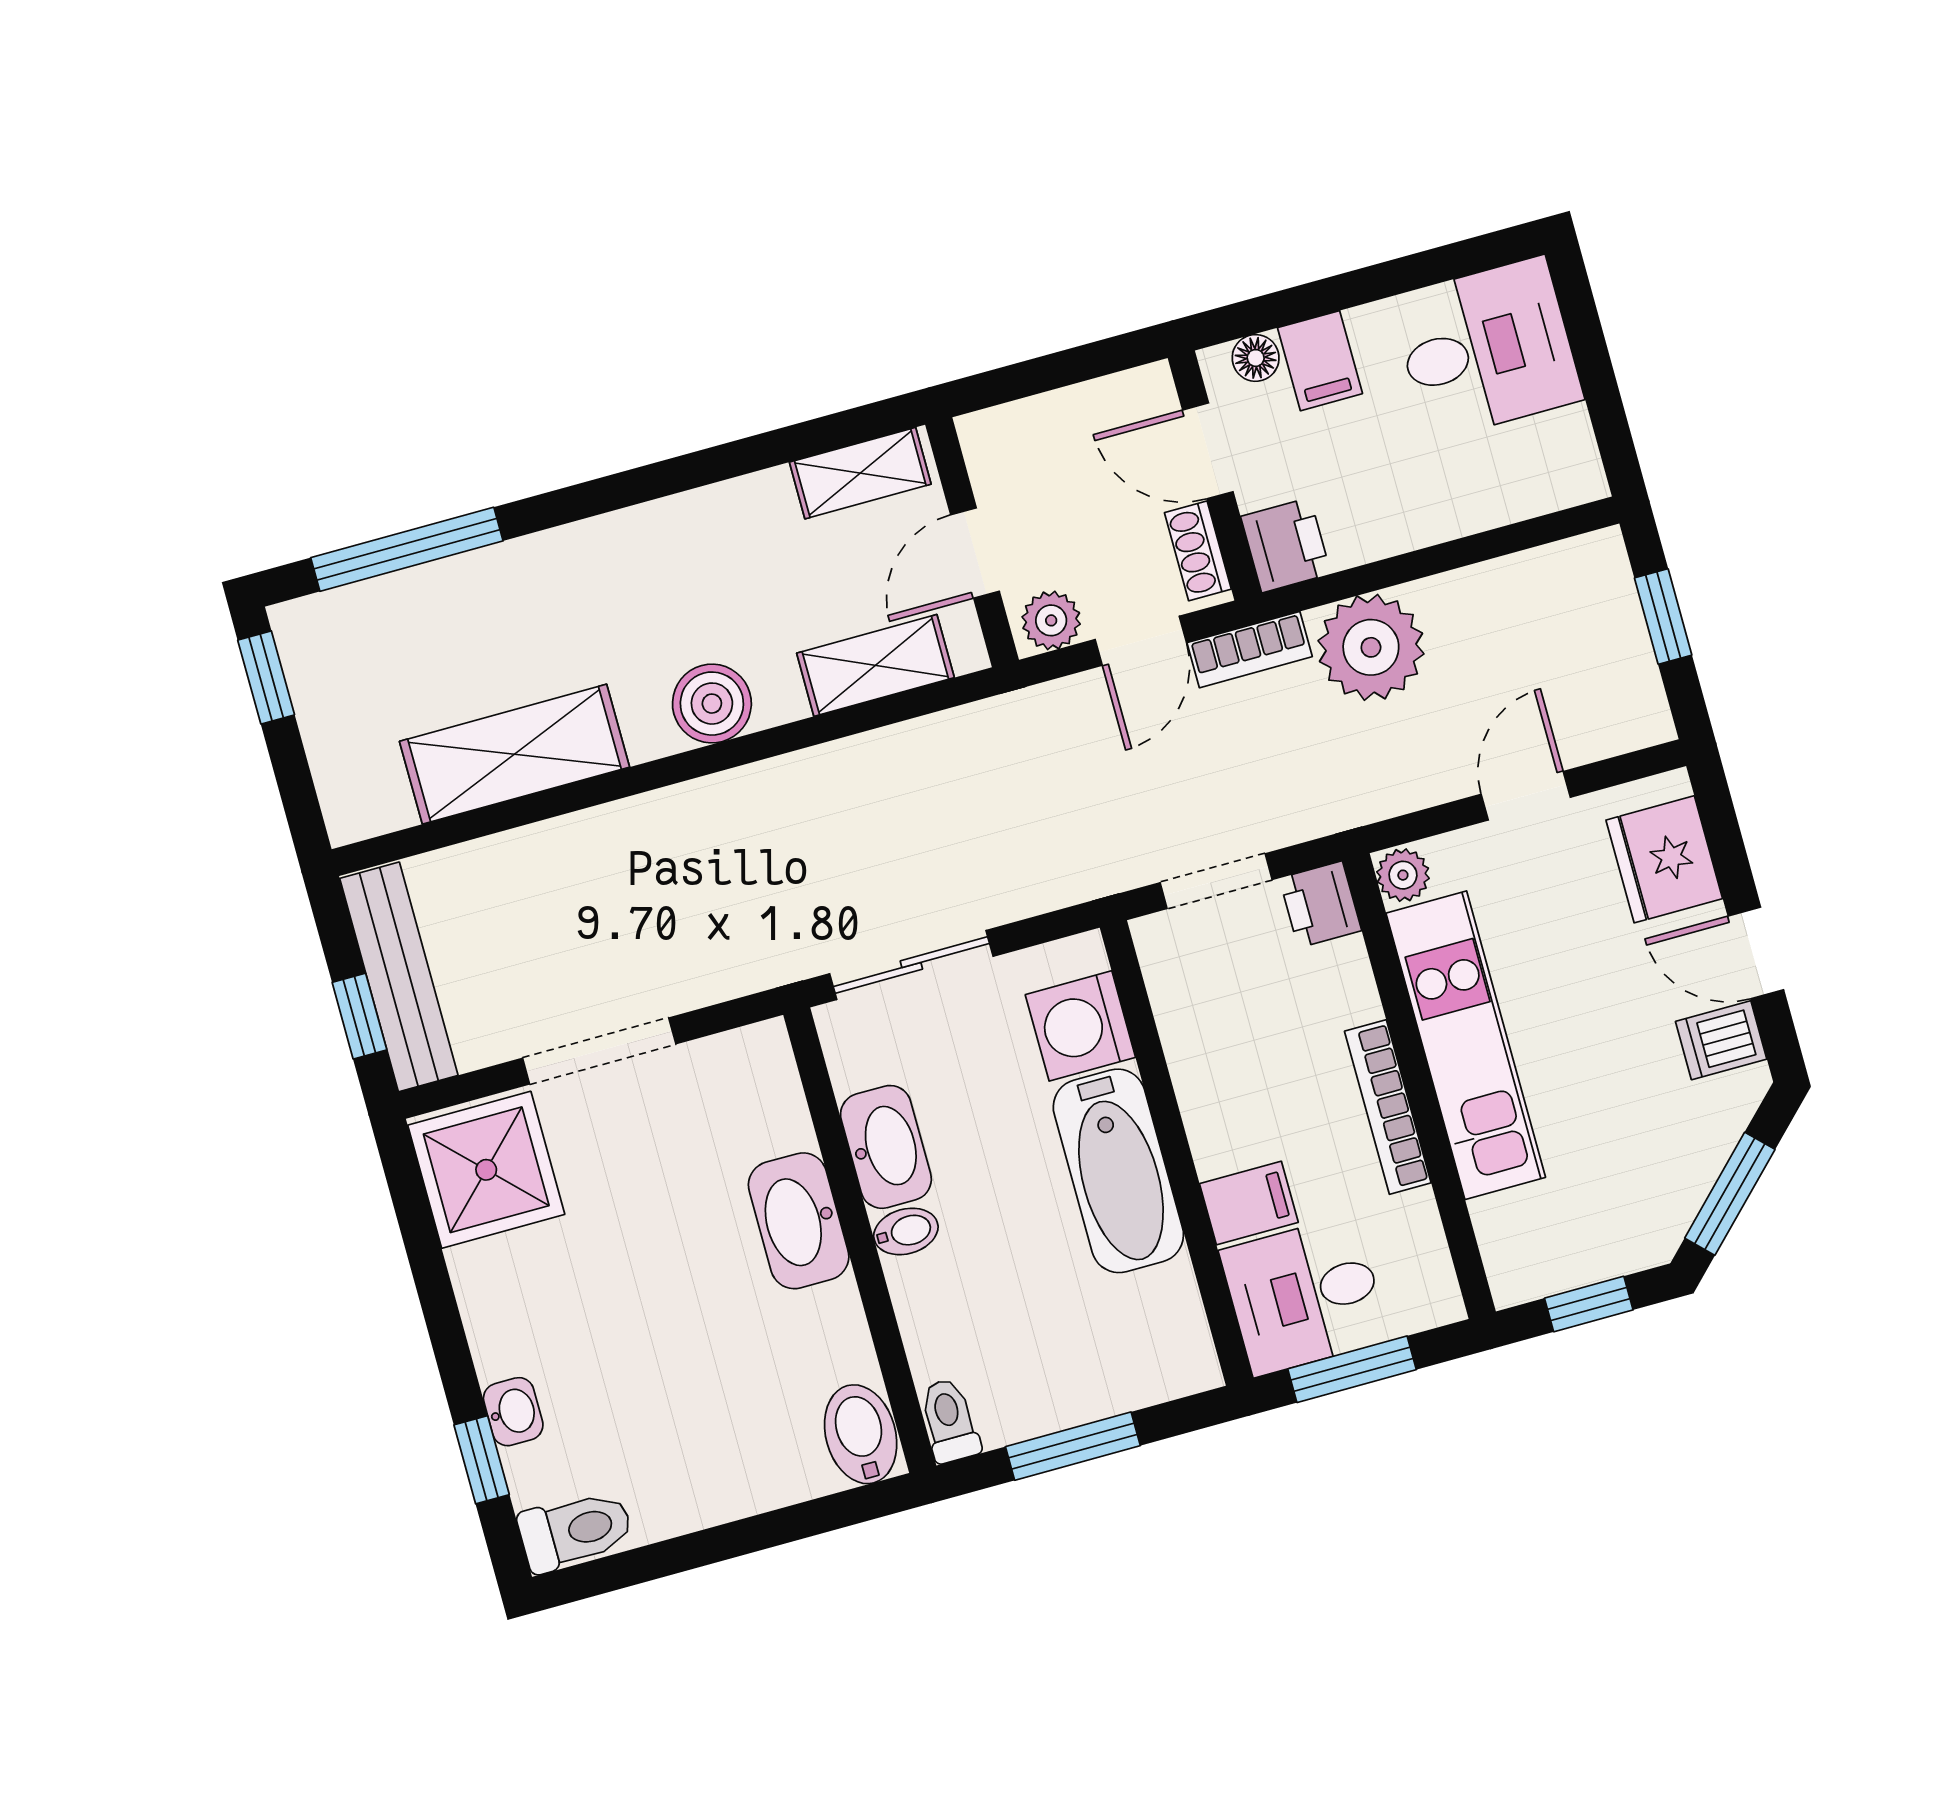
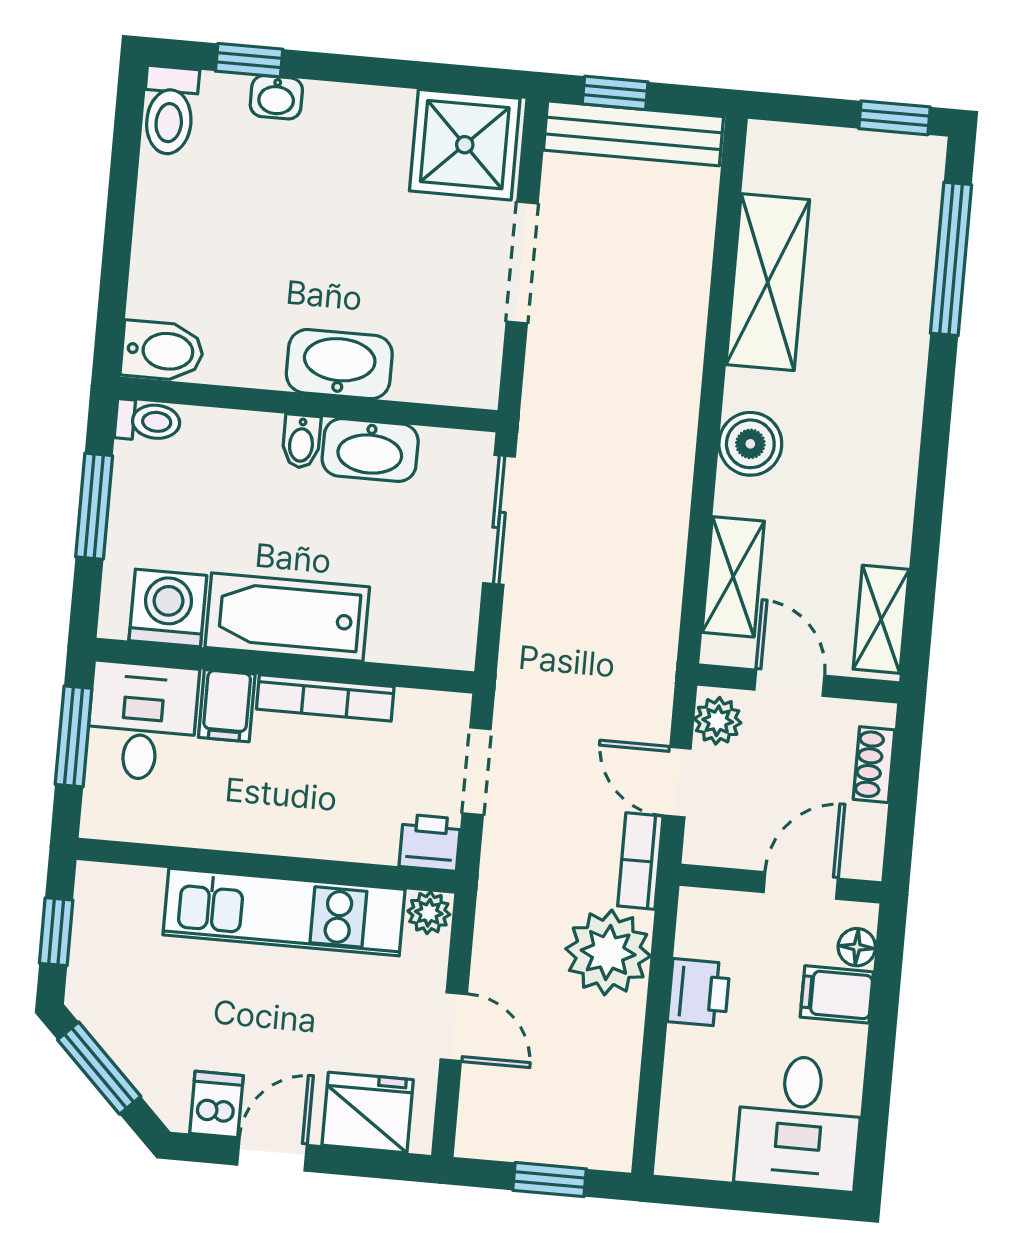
printer: (1286, 545) -> (699, 993), moved, turned -90
shoe rack: (1198, 551) -> (874, 765), moved, turned -90
washing machine: (1080, 1026) -> (168, 608), moved
bookcase: (1388, 1107) -> (325, 698), moved, turned 180

